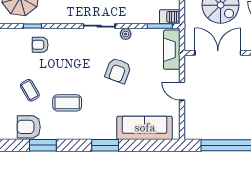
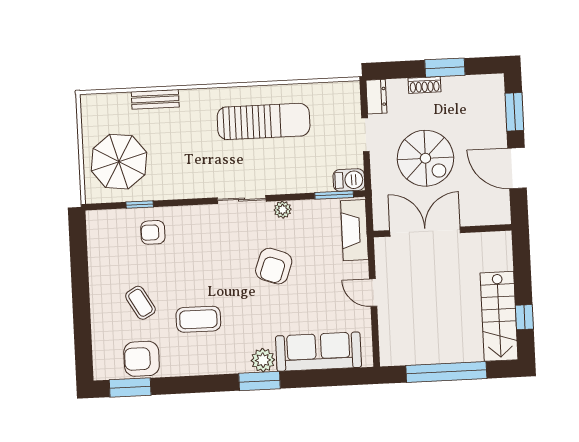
plant: (108, 132) -> (263, 360), added
window: (43, 145) -> (130, 387), moved

